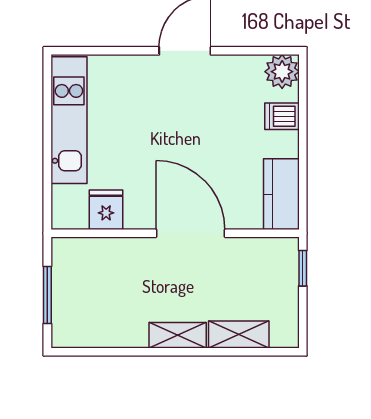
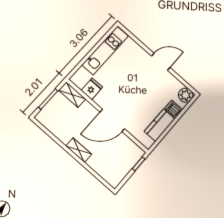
kitchen counter: (281, 194) -> (160, 125), moved
door: (191, 233) -> (112, 120), swing flipped
shelving: (239, 335) -> (72, 95), moved

